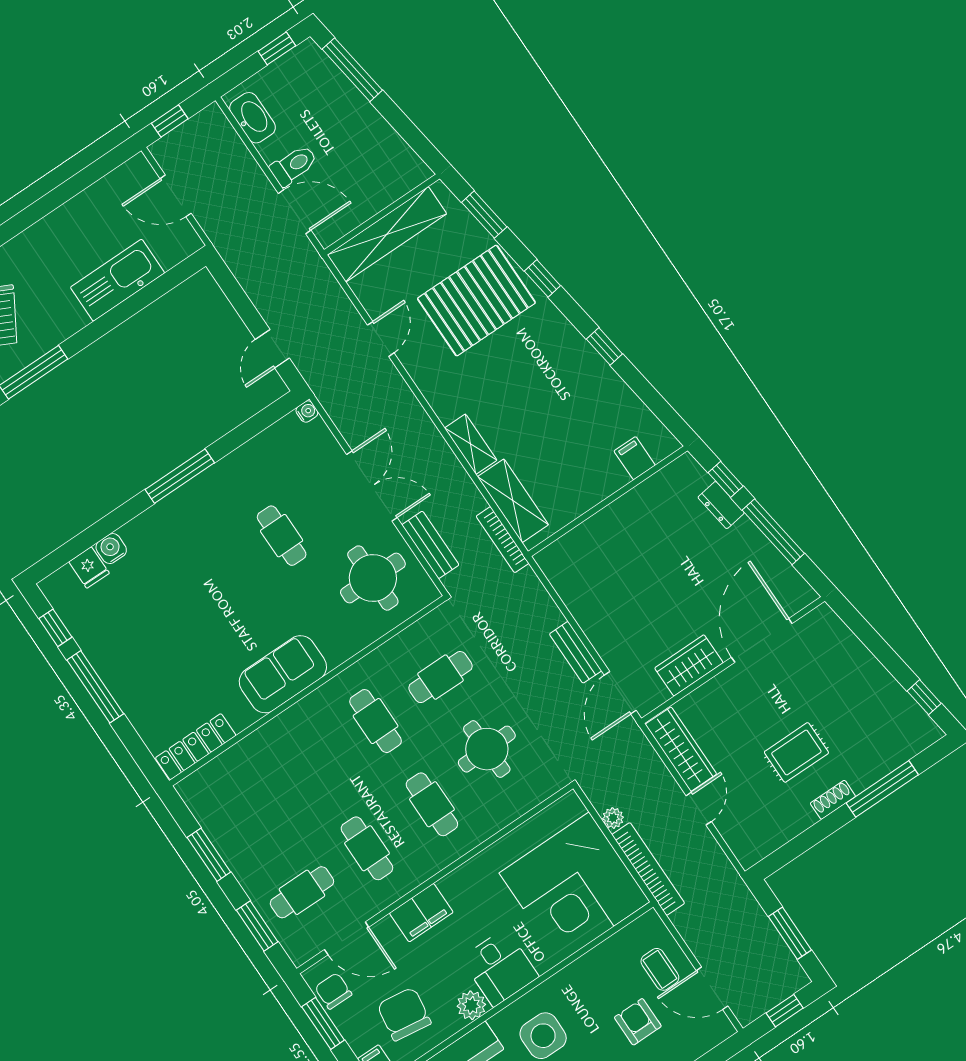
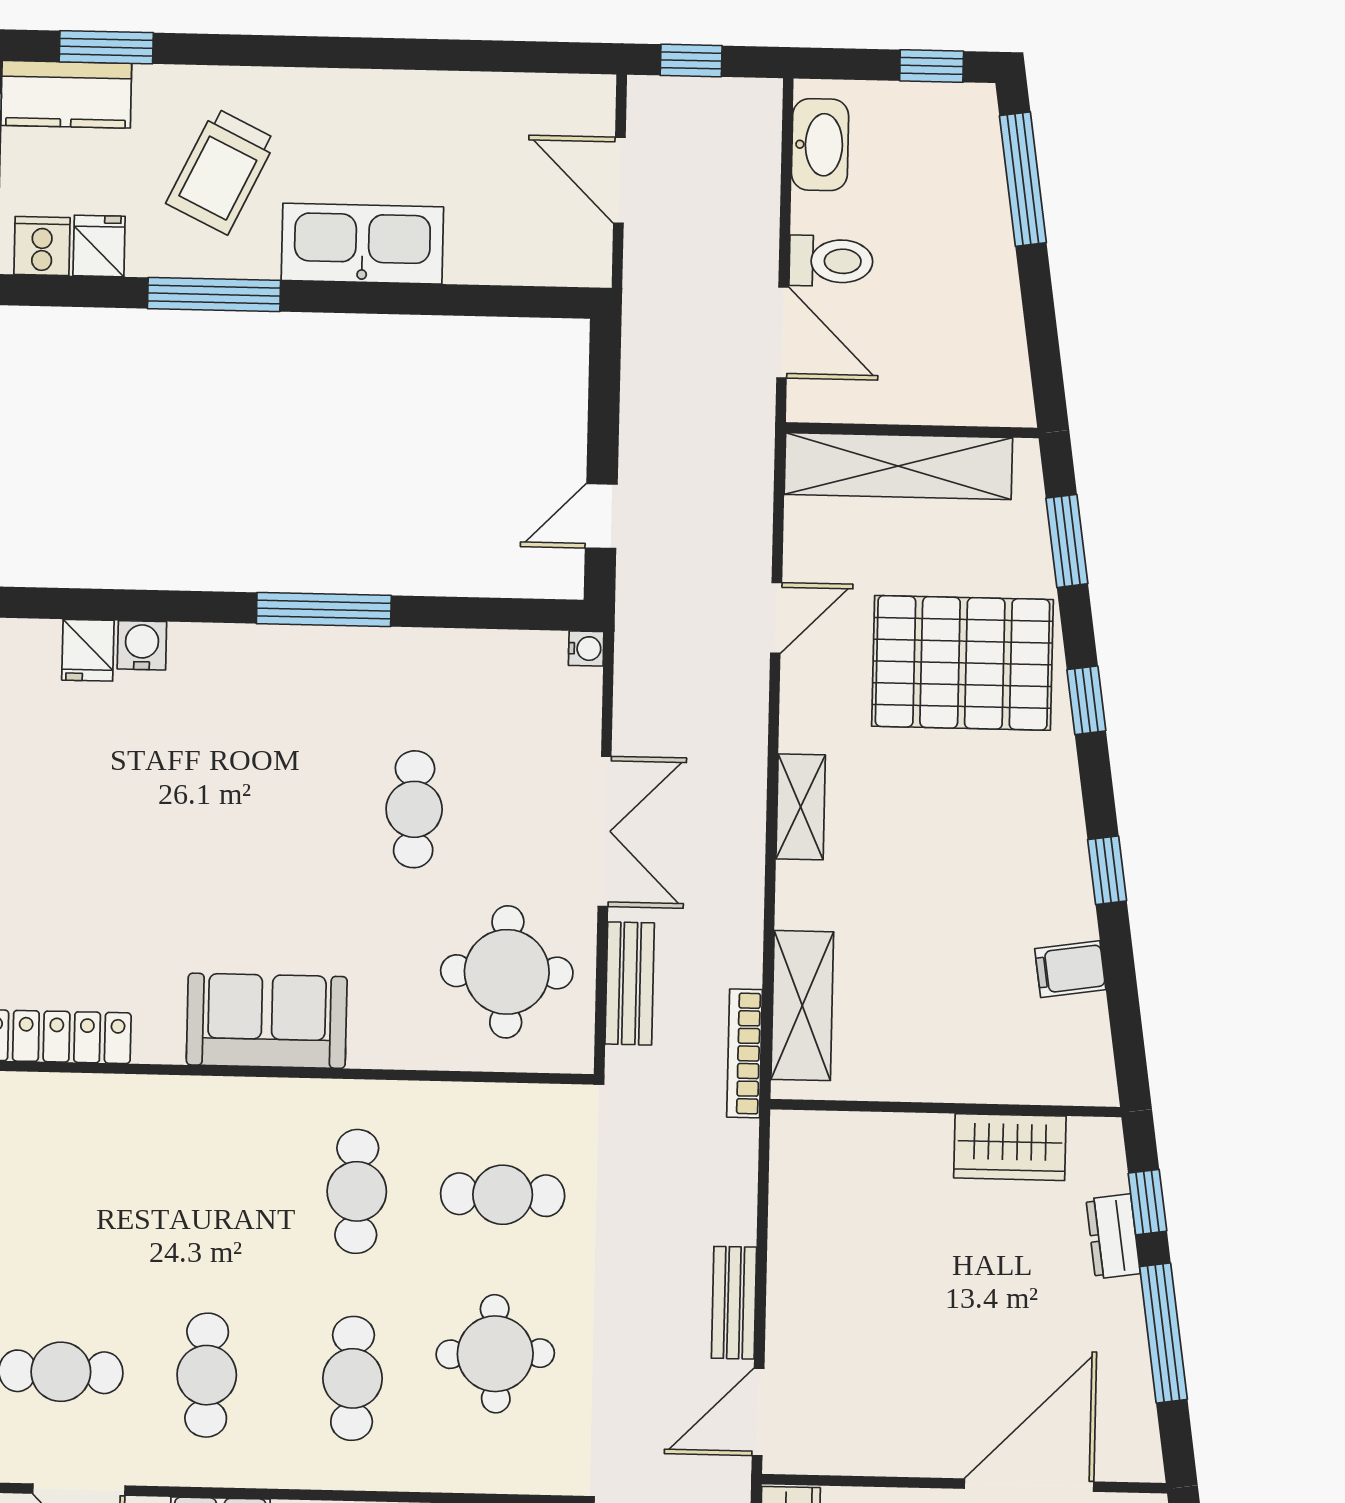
kitchen sink: (117, 280) -> (362, 244), moved
shelving: (471, 444) -> (801, 807), moved
filing cabinet: (635, 458) -> (1070, 969), moved, turned -98
wardrobe: (689, 665) -> (1010, 1147), moved, turned 180

